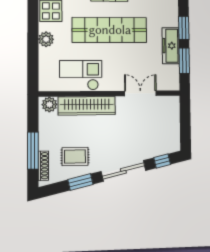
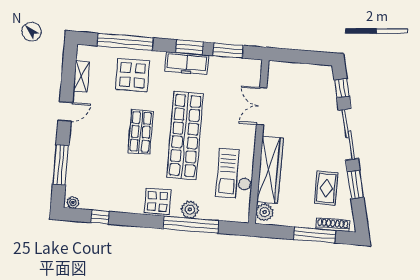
window: (33, 41) -> (191, 225), added
freezer: (171, 46) -> (187, 63), moved

